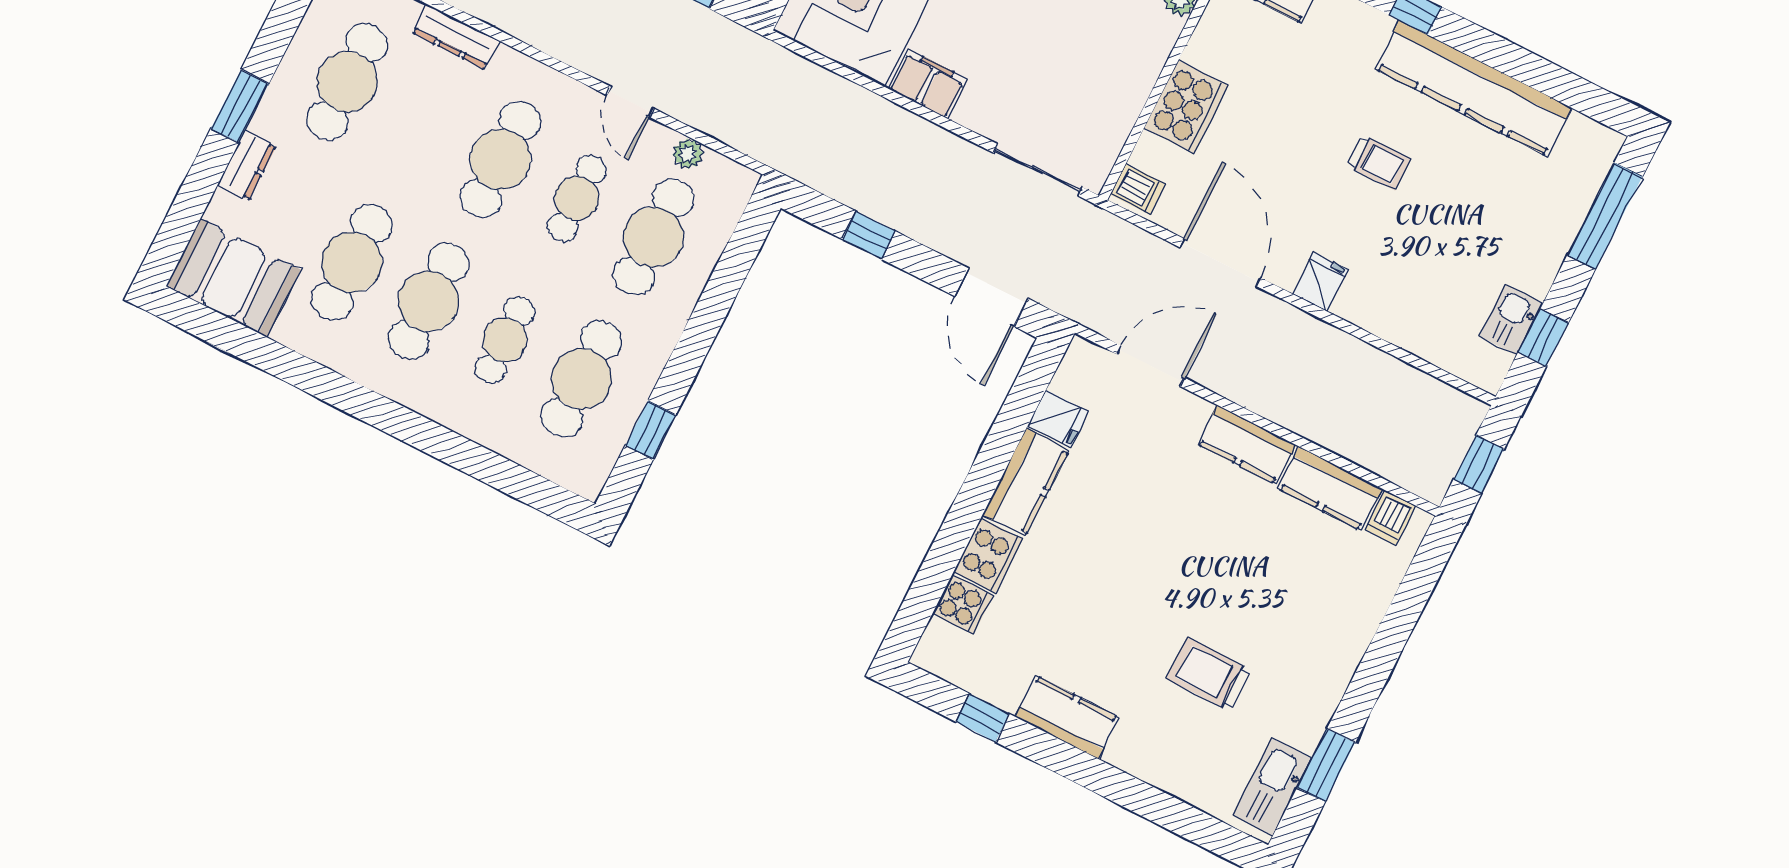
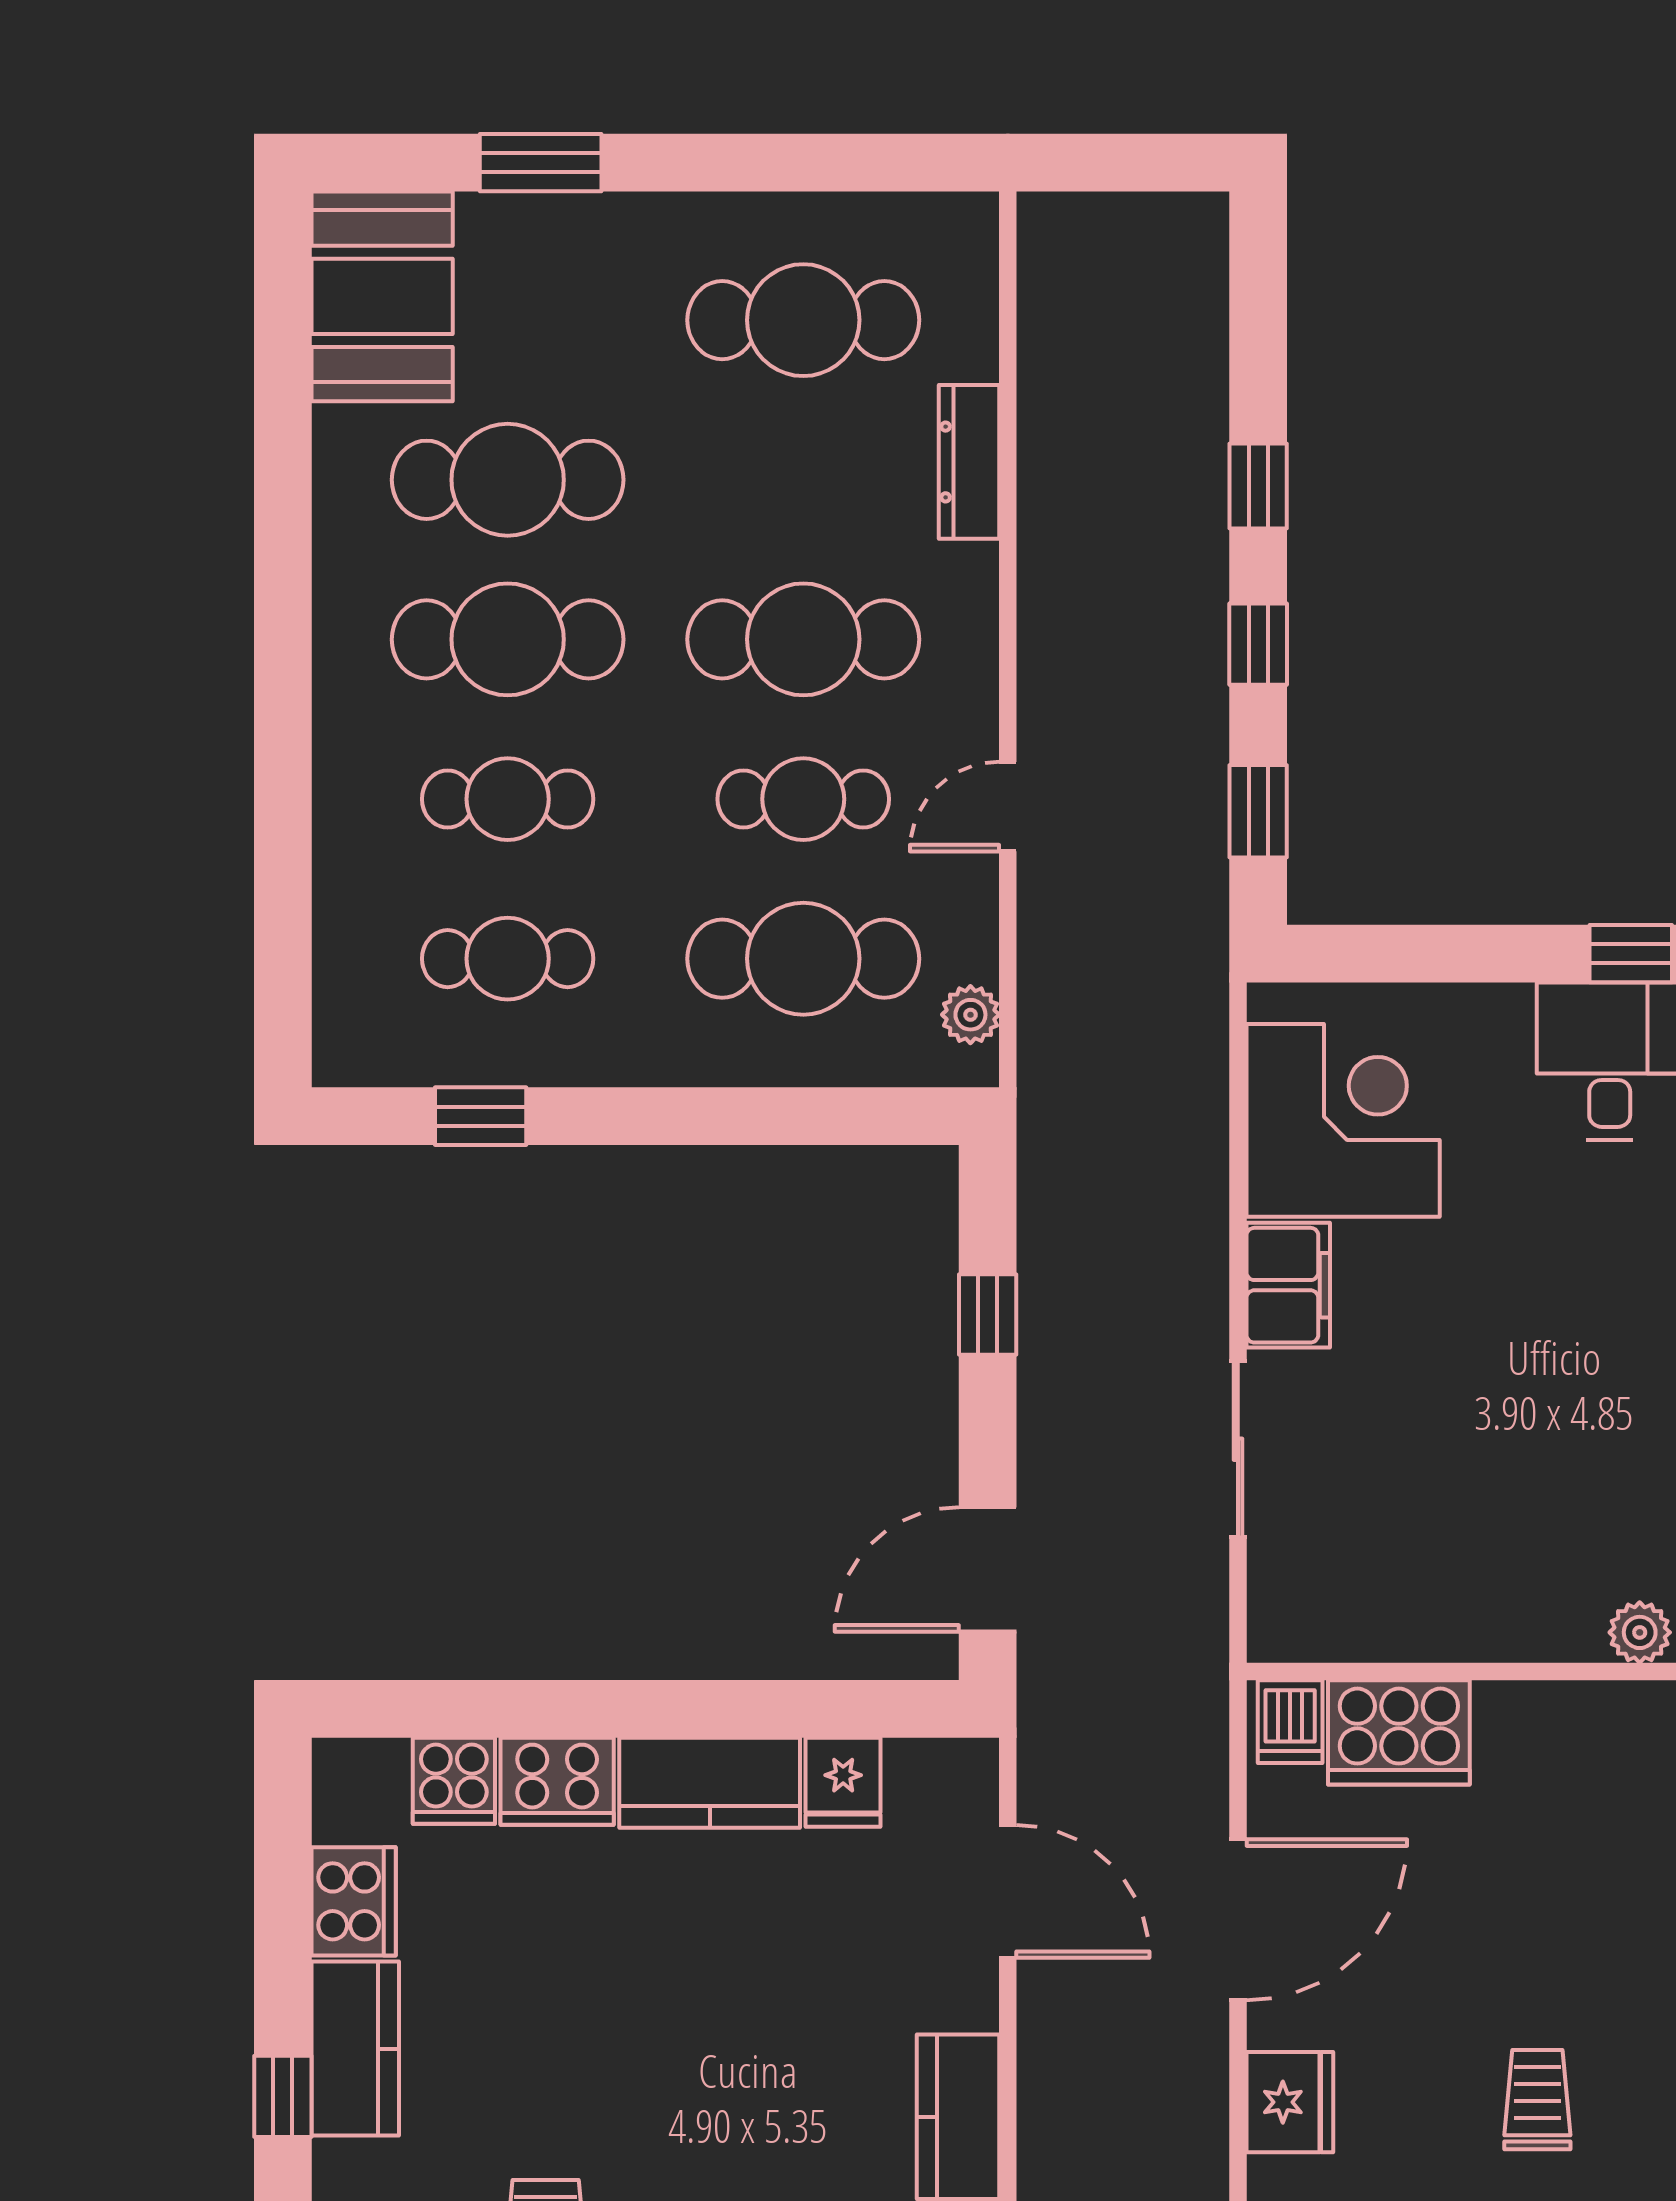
window: (240, 106) -> (541, 163), moved
cooker: (1186, 107) -> (1399, 1732), moved
plant: (688, 154) -> (970, 1015), moved
trolley: (1379, 163) -> (1537, 2100), turned 180
dresser: (247, 165) -> (580, 224), removed
sliding door: (1038, 170) -> (1238, 1449), moved
fridge: (1320, 282) -> (1290, 2102), width x1.38
cafe table: (582, 379) -> (508, 959), width x0.73, depth x0.74
cooker: (996, 682) -> (354, 1901), added
window: (983, 718) -> (283, 2096), moved

